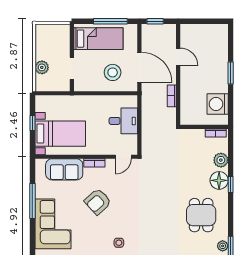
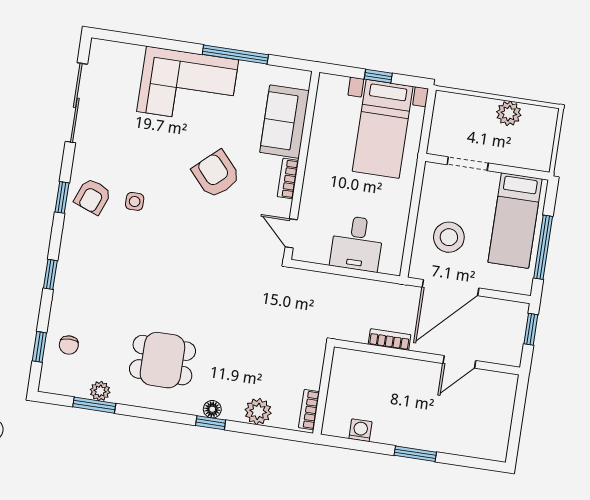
plant: (42, 67) -> (509, 113), moved
washing machine: (218, 104) -> (360, 430), width x0.53, depth x0.53
bed with nightstands: (60, 134) -> (383, 129), moved
floor lamp: (219, 180) -> (212, 409), width x0.53, depth x0.53

